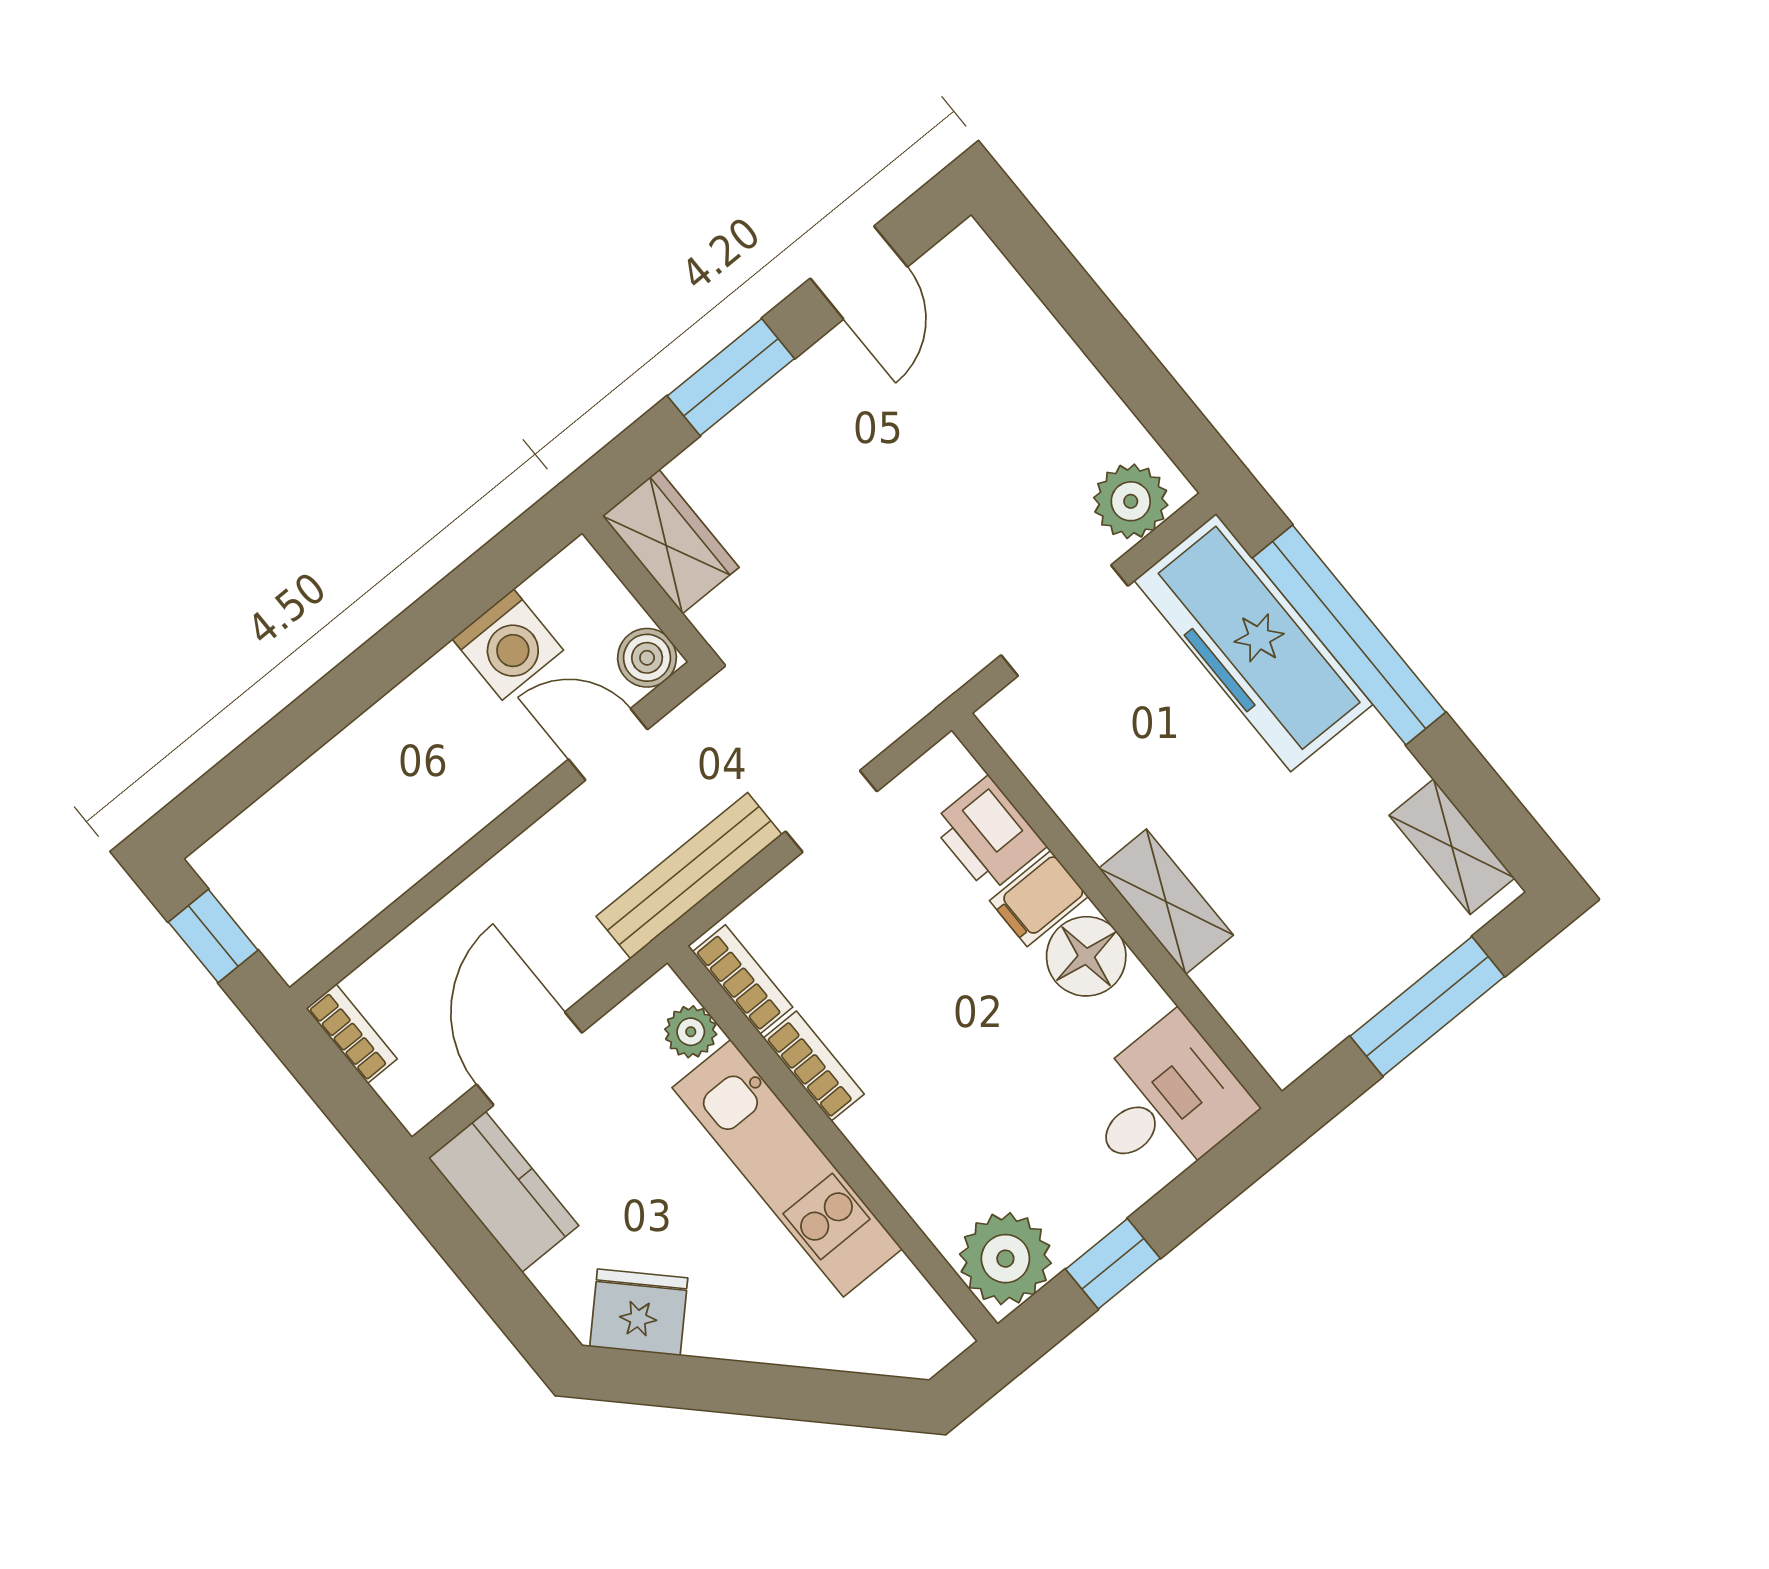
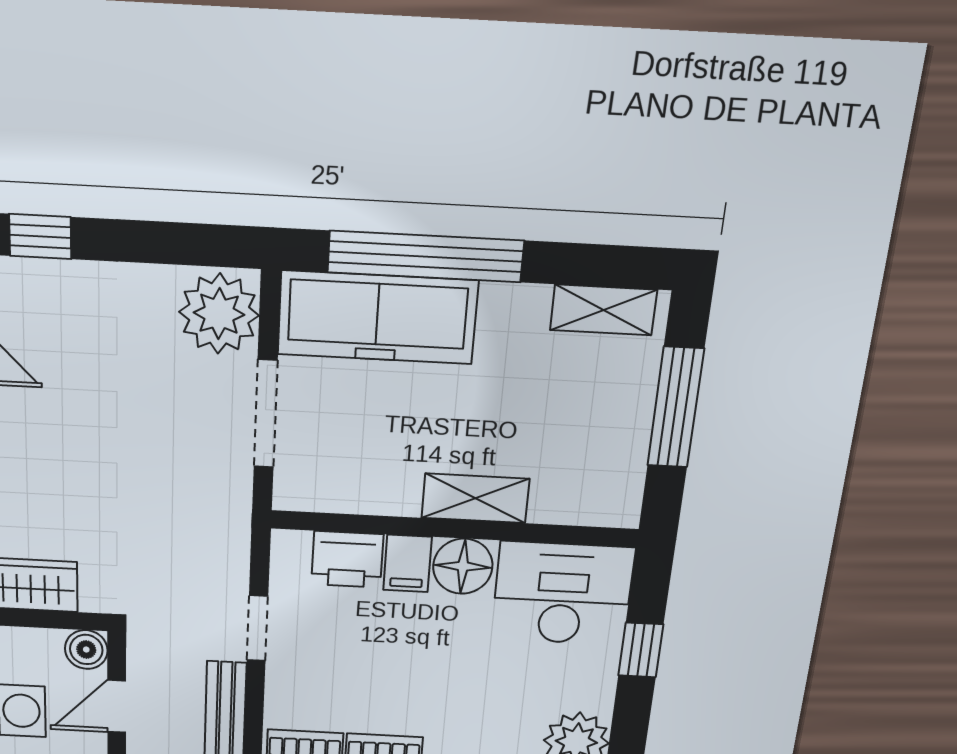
window: (1045, 263) -> (40, 236), added
plant: (1131, 501) -> (219, 314), width x1.36, depth x1.36
desk: (1165, 1102) -> (562, 593), width x1.37
window: (1113, 1264) -> (641, 650), moved

